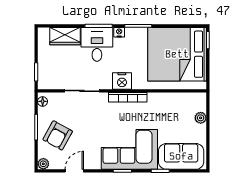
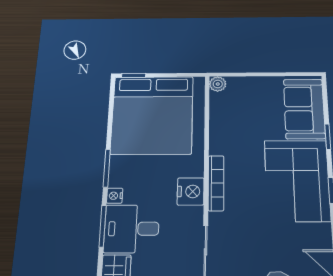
plant: (201, 118) -> (218, 84), moved

